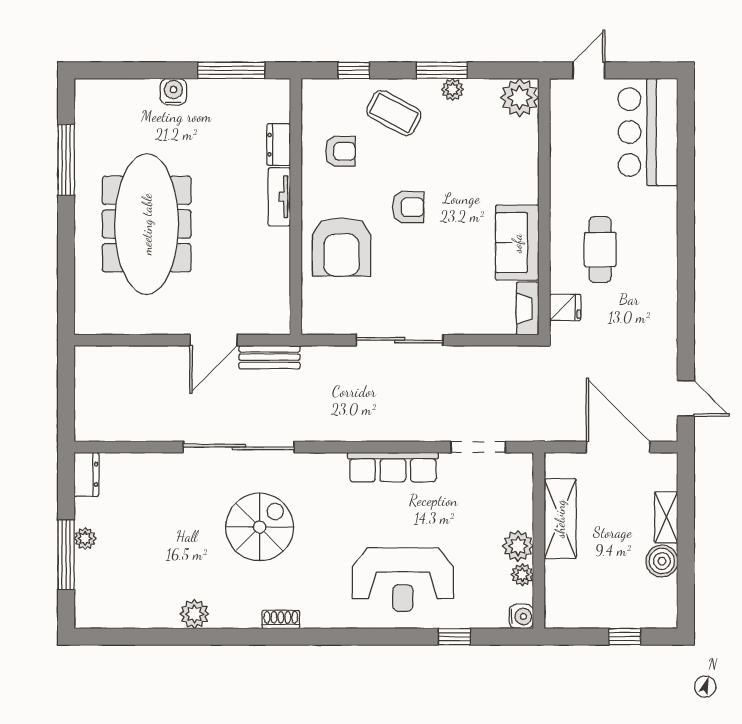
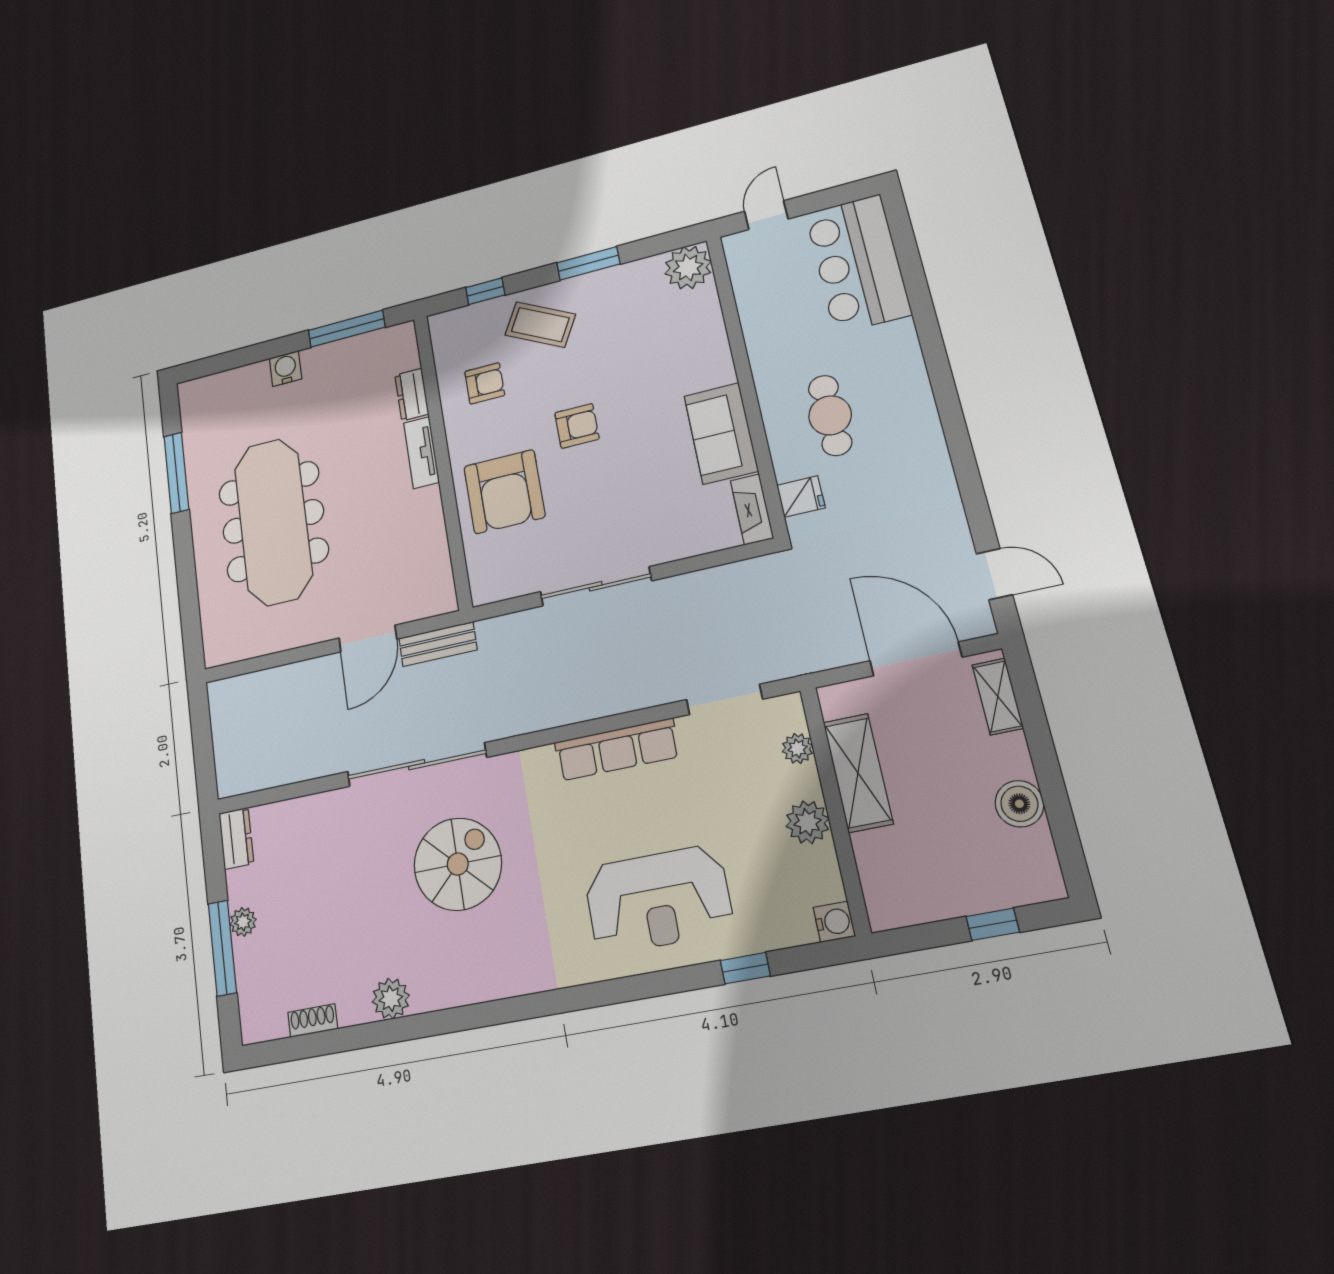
plant: (453, 89) -> (605, 281), removed
shelving: (666, 517) -> (998, 696), moved
plant: (522, 575) -> (797, 748), moved
shoe rack: (281, 619) -> (313, 1021), moved

